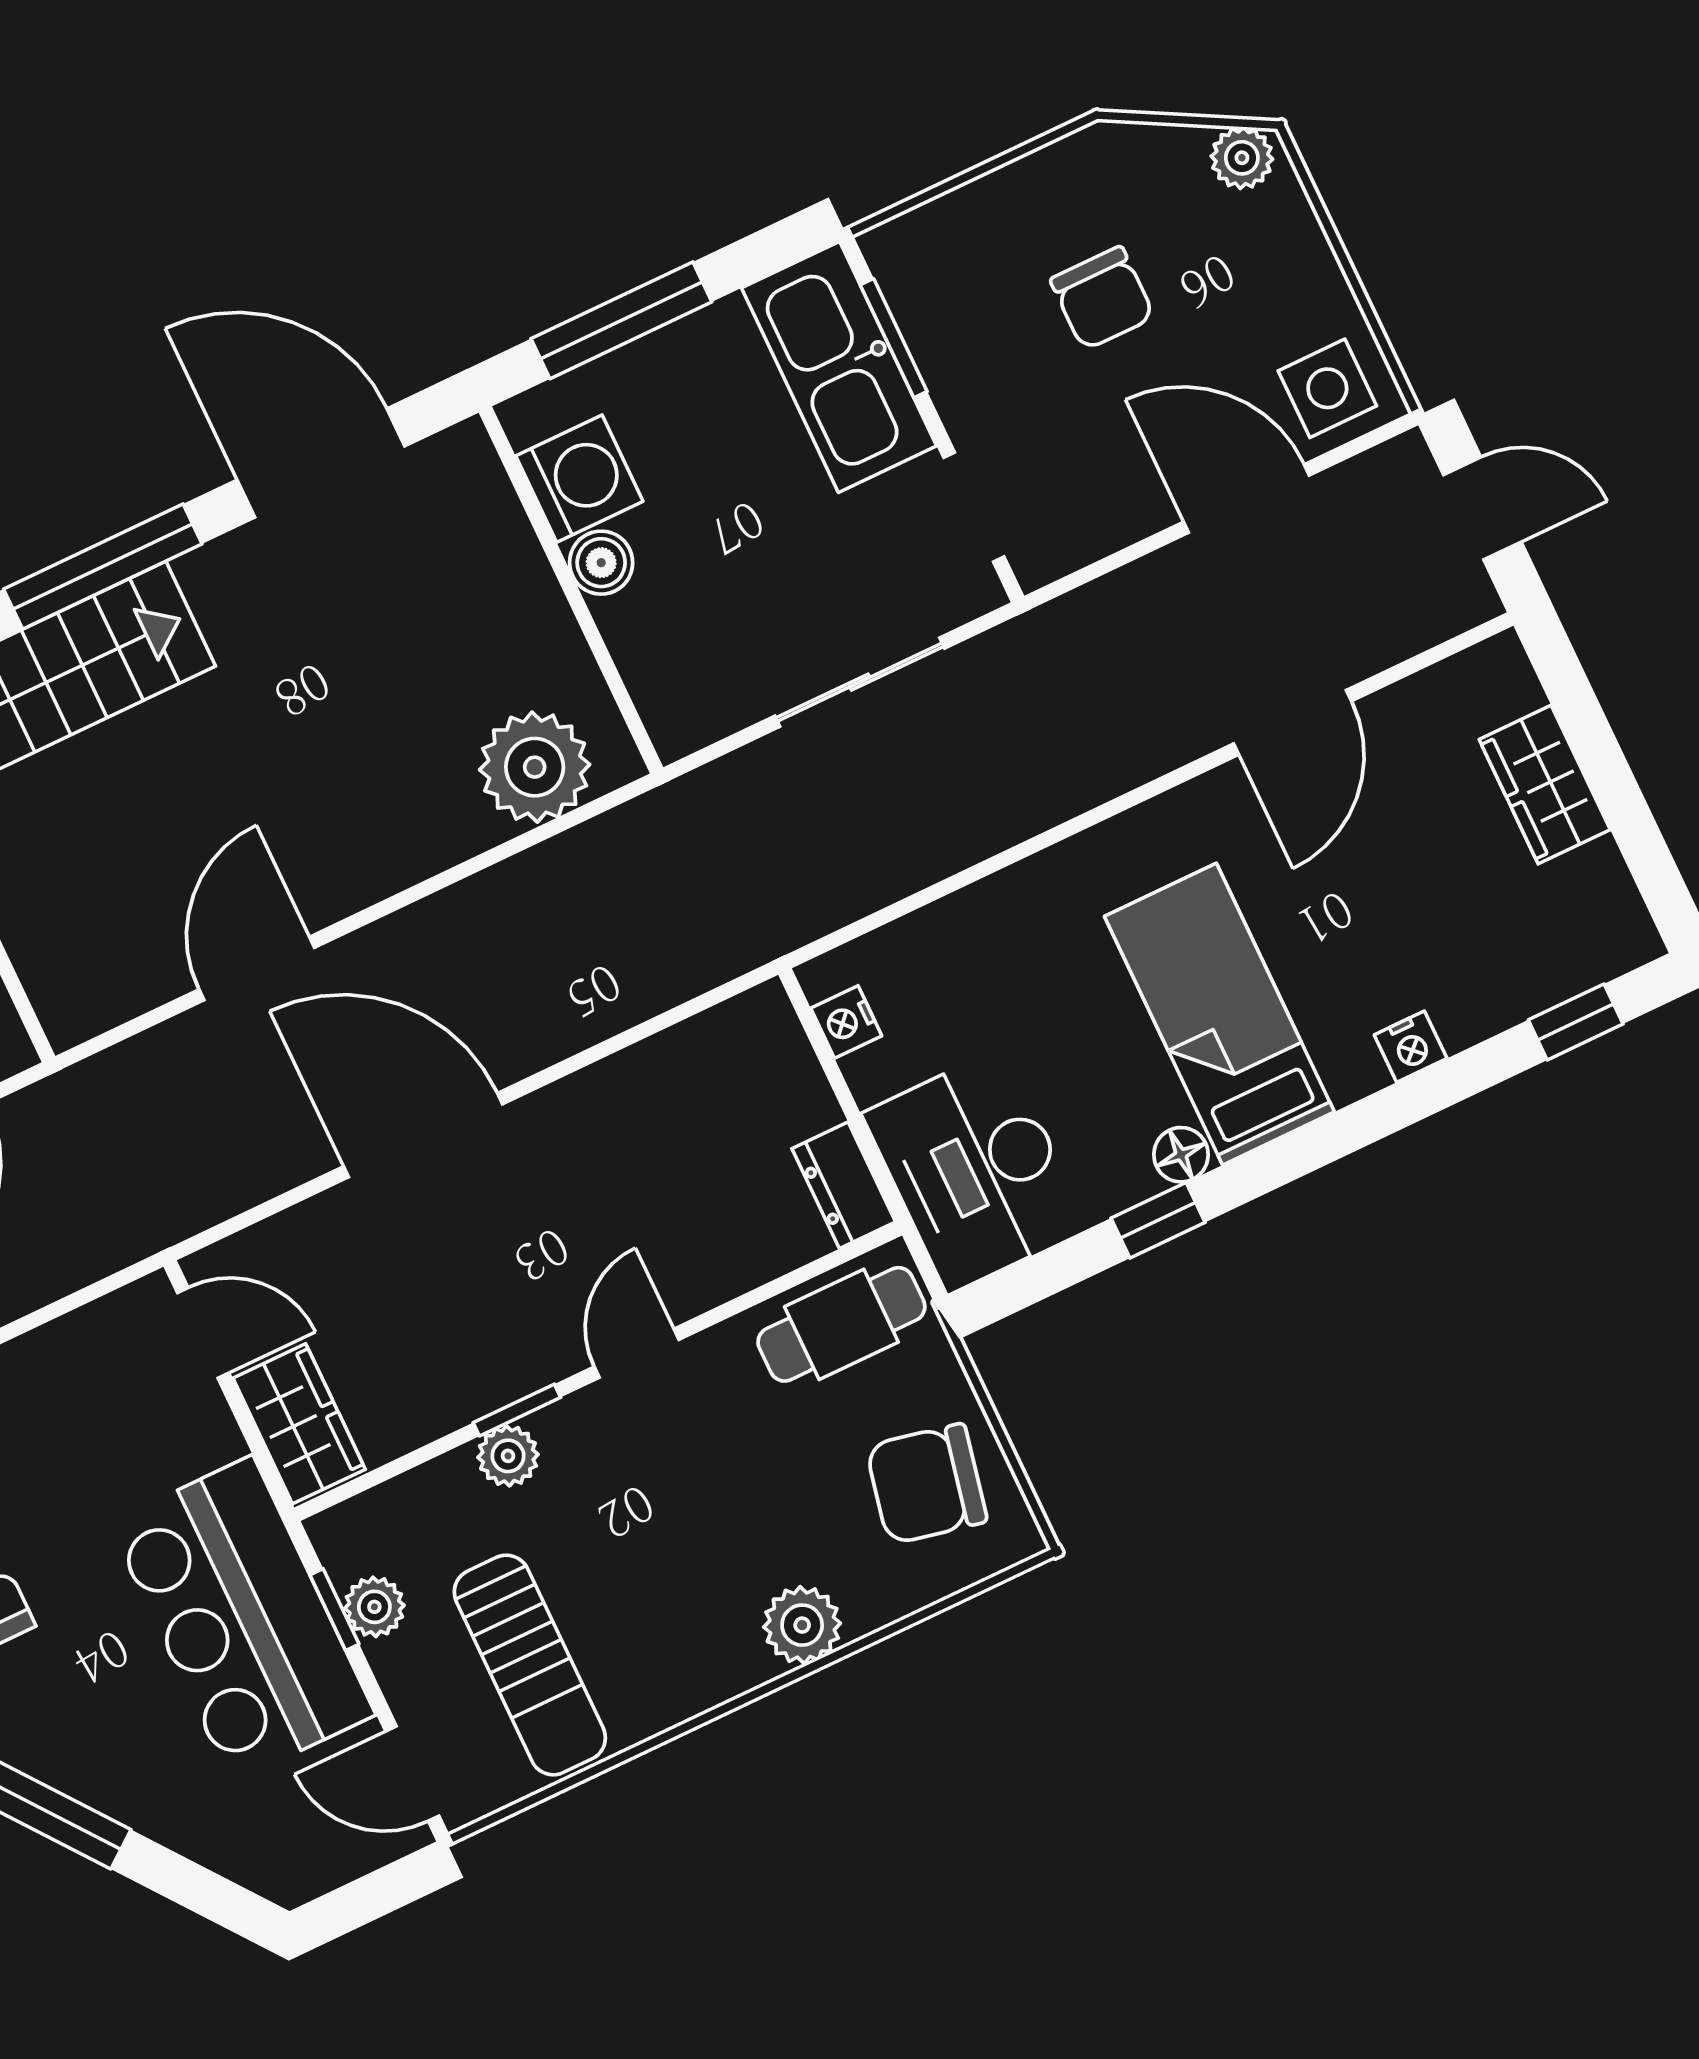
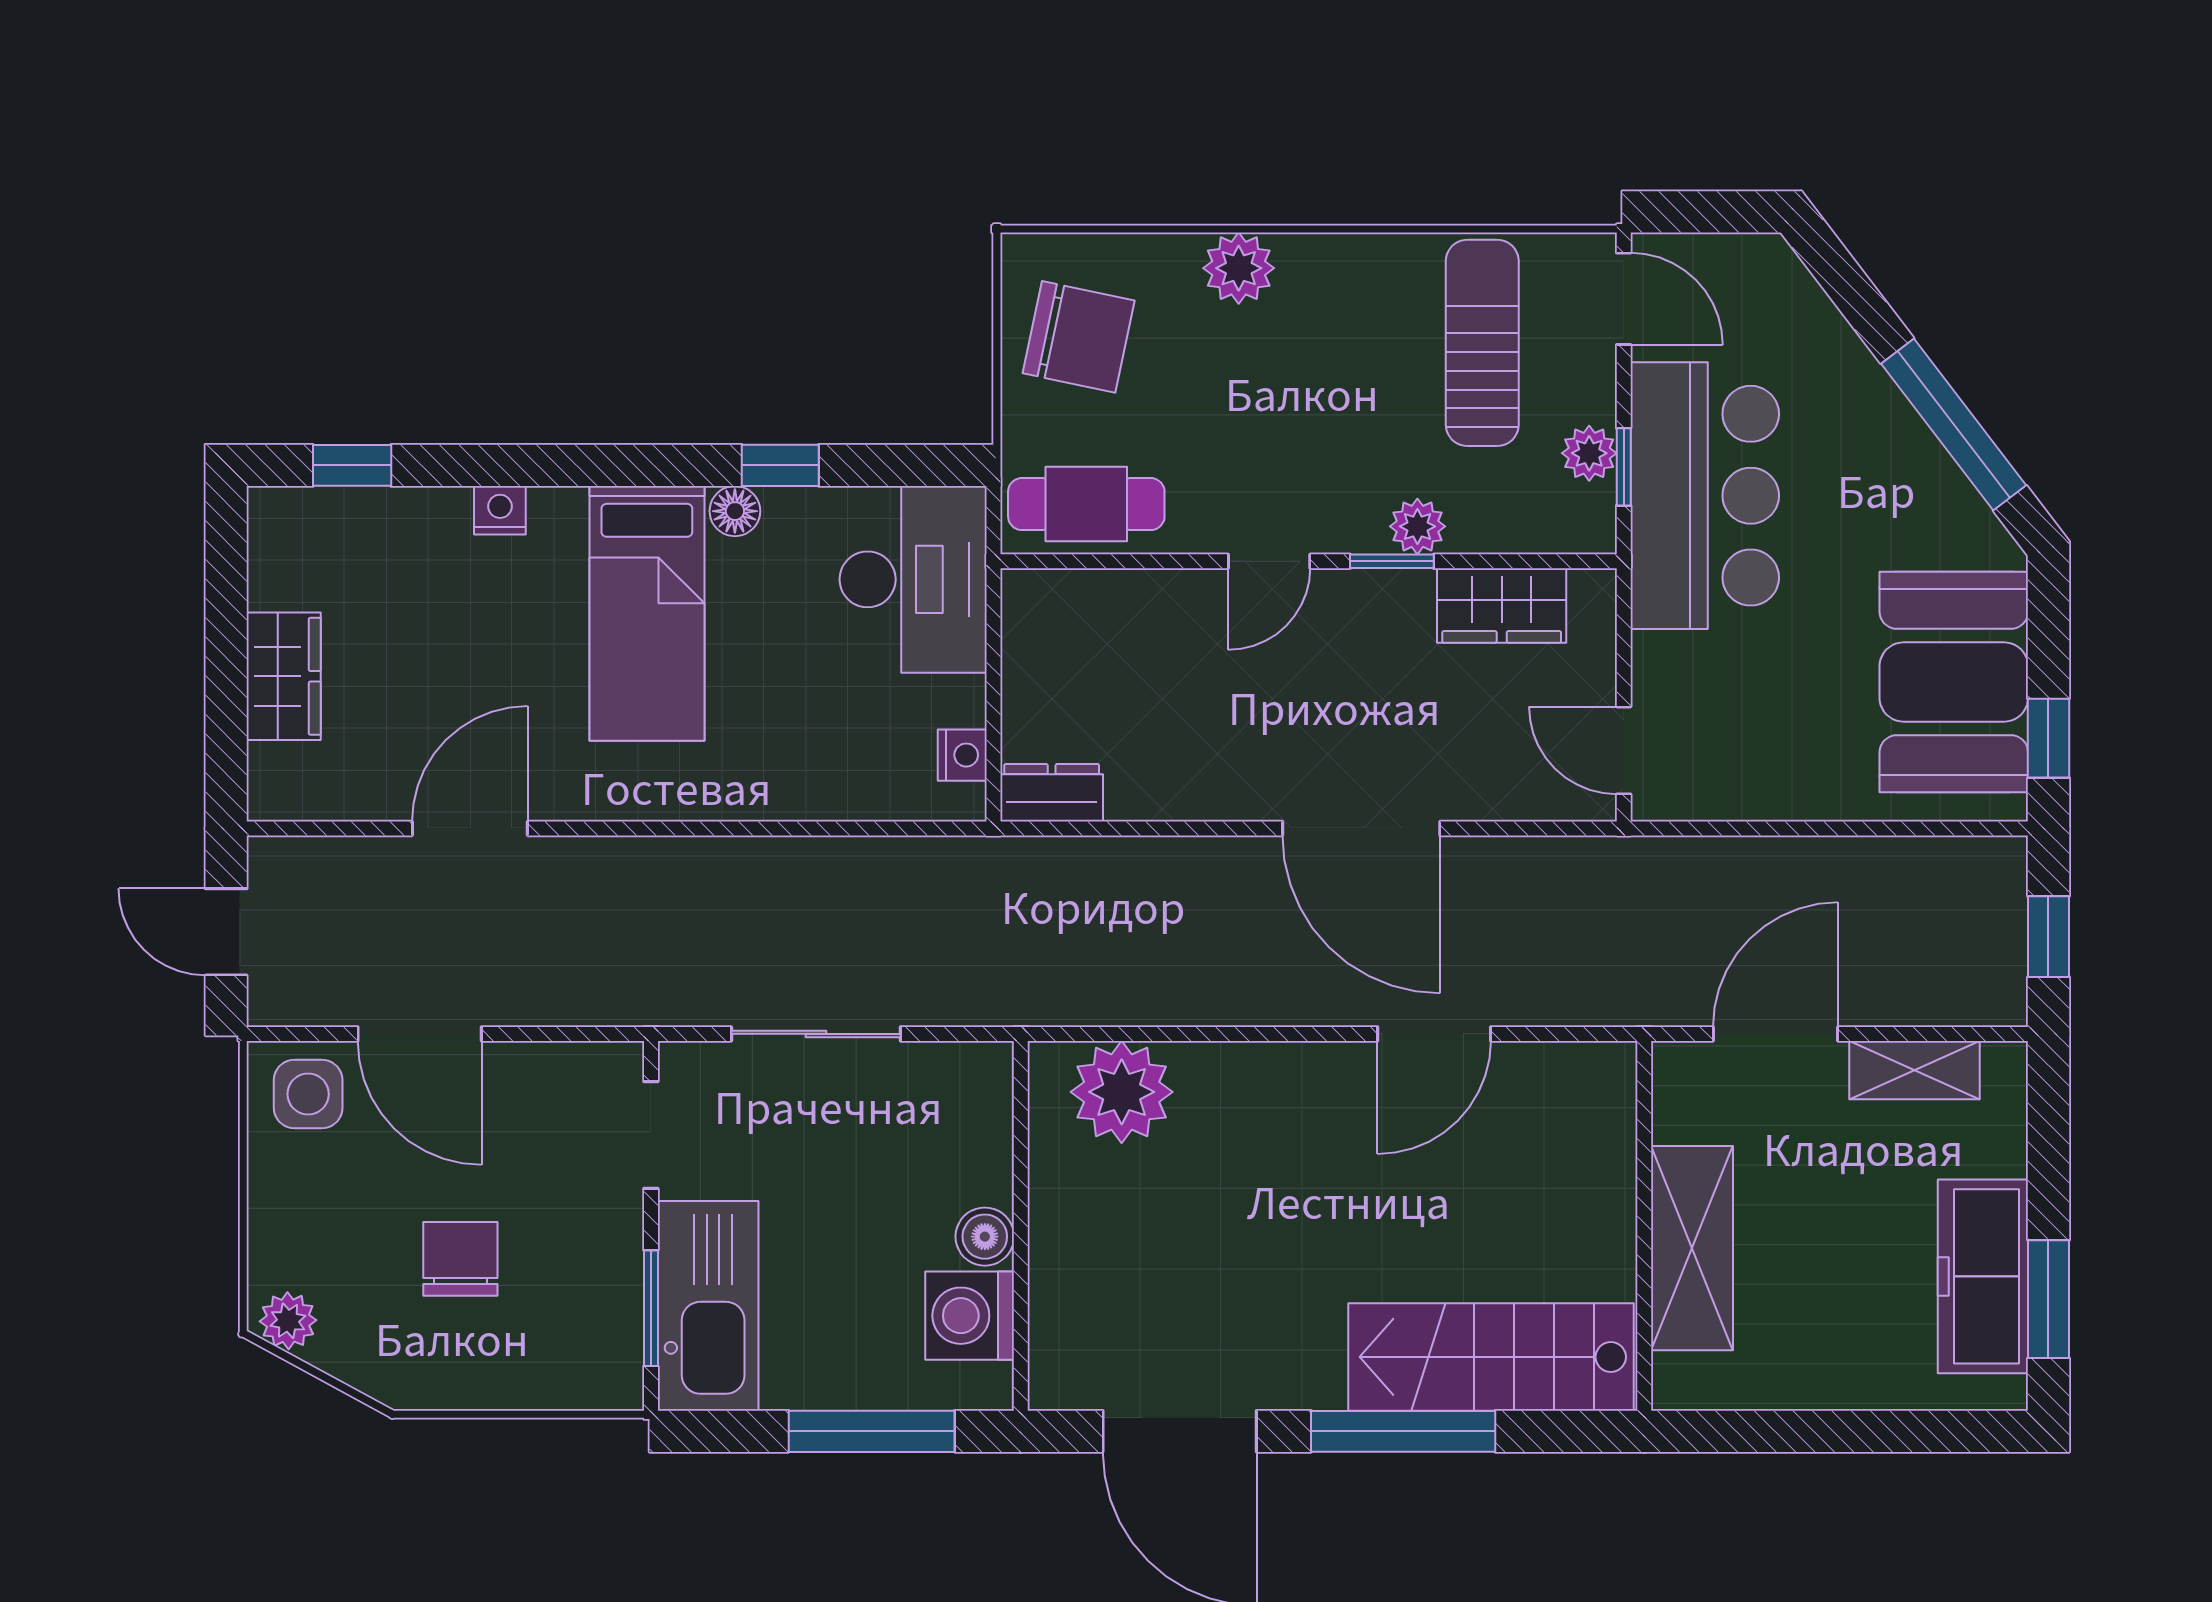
dresser: (844, 1185) -> (1052, 793), moved, turned -90
wardrobe: (299, 1424) -> (1502, 605), moved, turned -90

